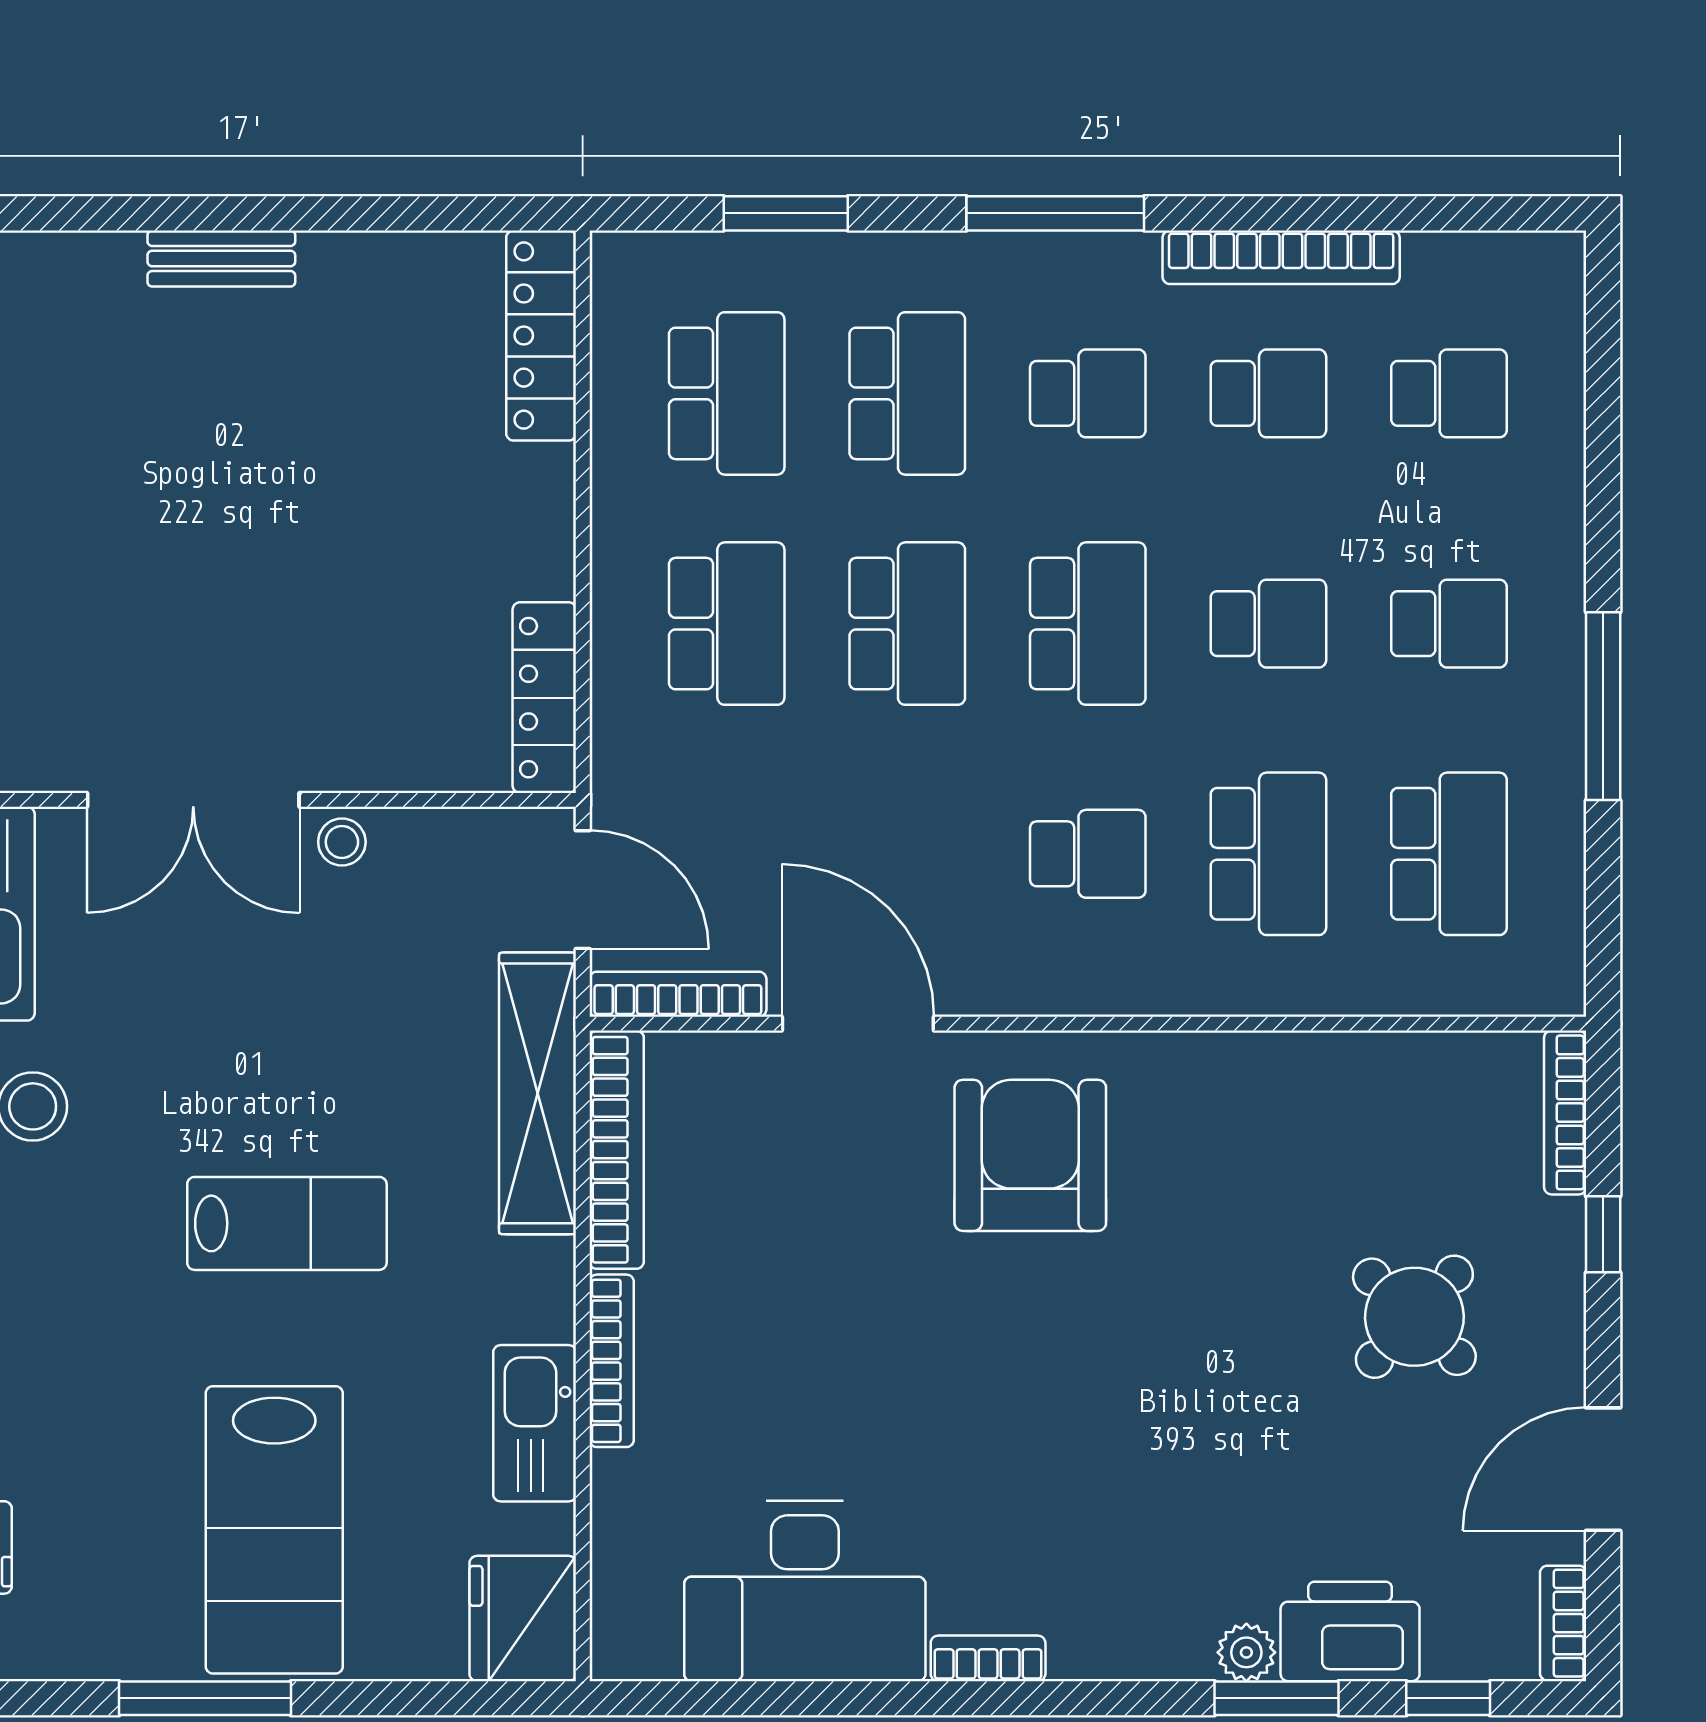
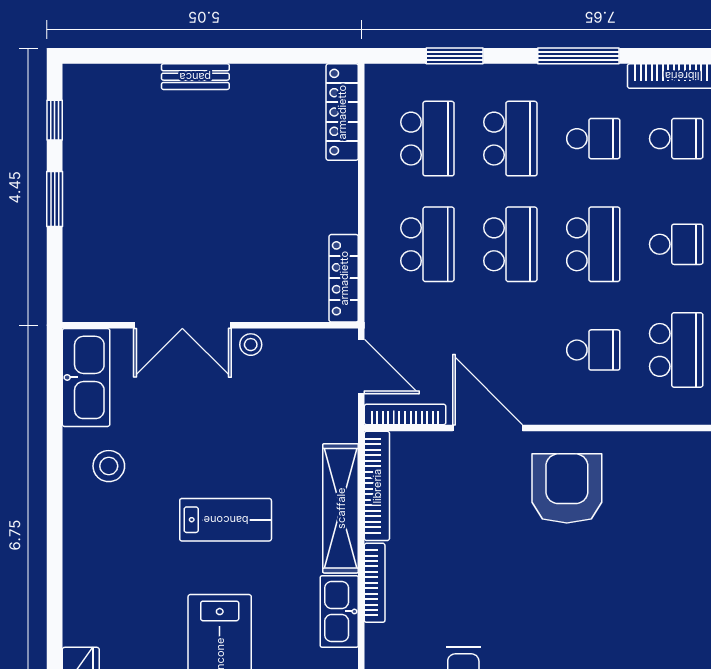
shelving: (537, 1093) -> (341, 508), moved

